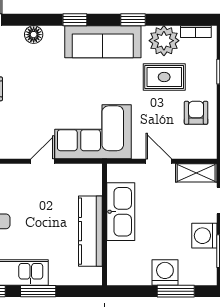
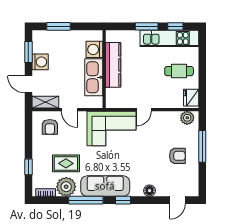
window: (133, 20) -> (86, 200), width x2.17
armchair: (196, 113) -> (50, 127), moved
washing machine: (165, 272) -> (94, 49), moved, turned 90

